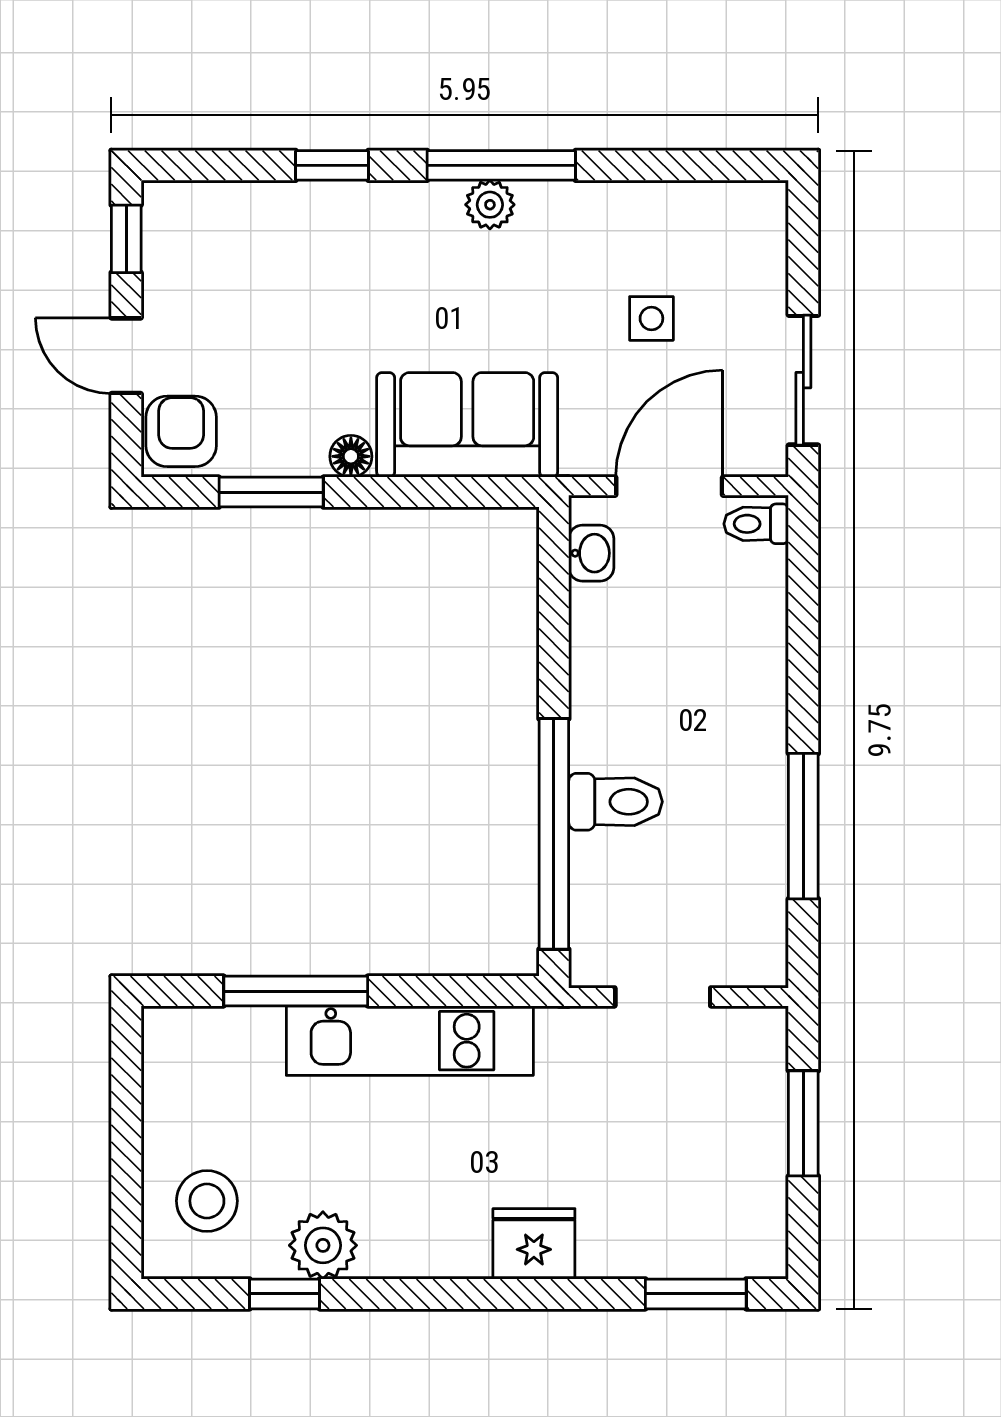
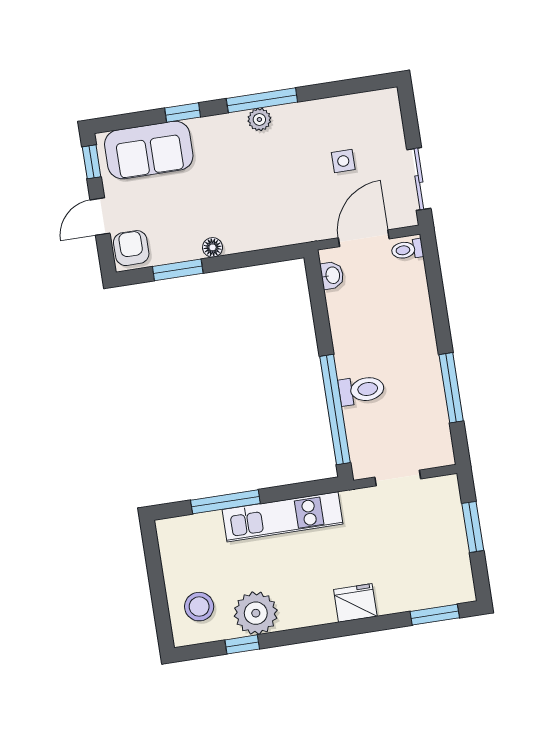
door: (126, 356) -> (100, 217), hinge flipped
sofa: (467, 425) -> (149, 150), moved, turned 180
plant: (323, 1245) -> (256, 613), width x1.36, depth x1.36

